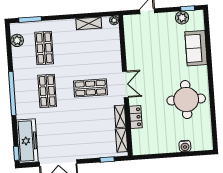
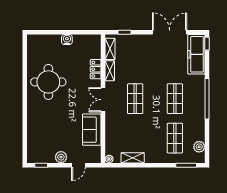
plant: (182, 18) -> (61, 157), moved
sofa: (196, 48) -> (92, 130), moved, turned 180
shop shelf: (90, 88) -> (135, 99), turned 90
water cooler: (185, 146) -> (67, 40), moved

